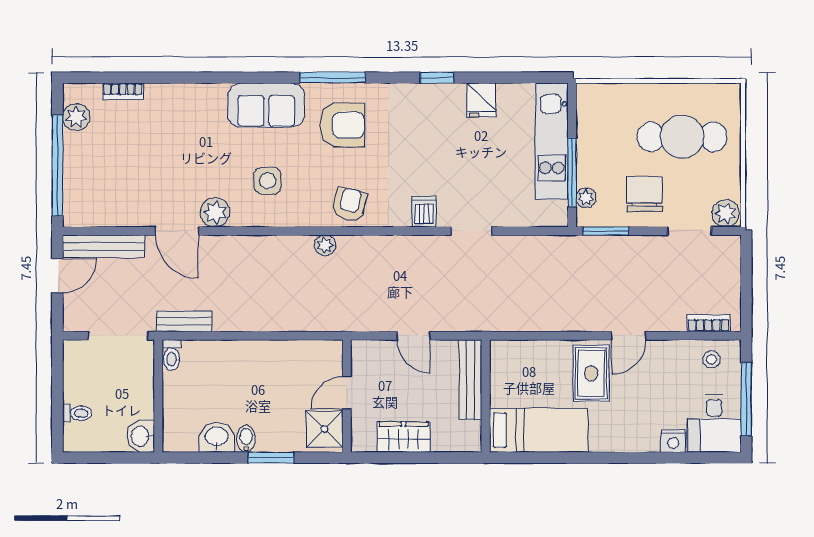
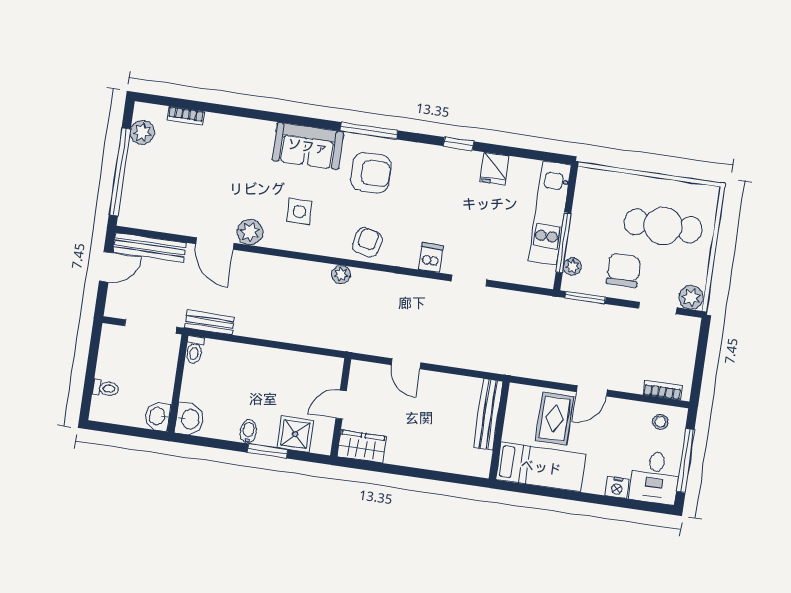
bench: (471, 380) -> (488, 414), moved
wall: (486, 396) -> (499, 430), moved
shower: (324, 429) -> (295, 434), moved
bed: (539, 430) -> (541, 467), moved
washbasin: (217, 437) -> (189, 419), moved, turned 90
wardrobe: (404, 437) -> (362, 447), moved

